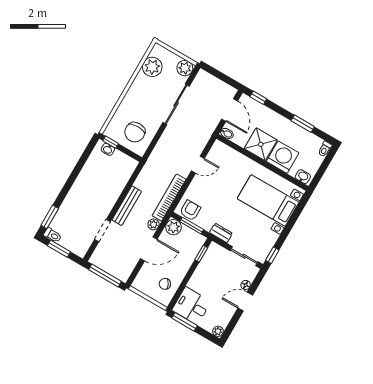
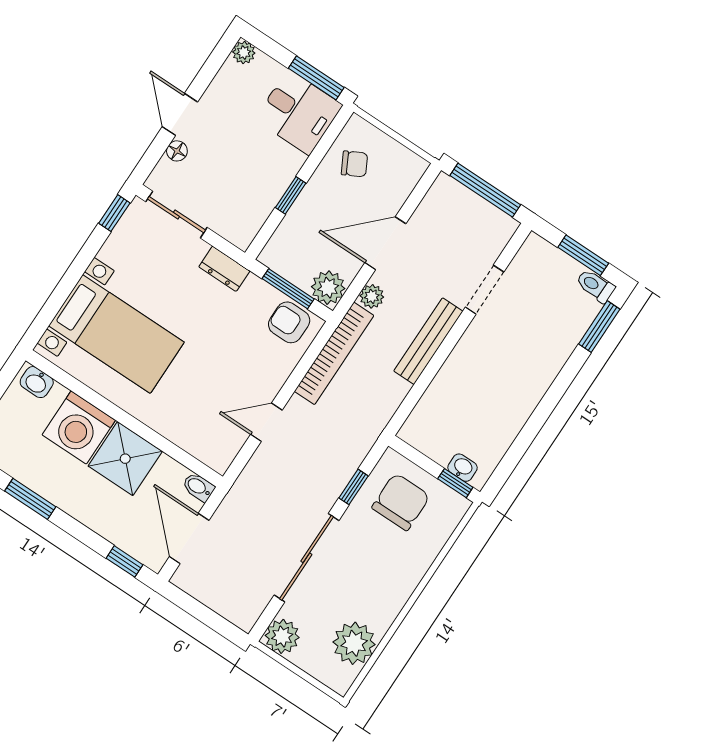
window: (157, 138) -> (354, 487), added
armchair: (190, 210) -> (289, 322), turned 90
window: (201, 254) -> (291, 195), moved
door: (245, 302) -> (180, 114), swing flipped

